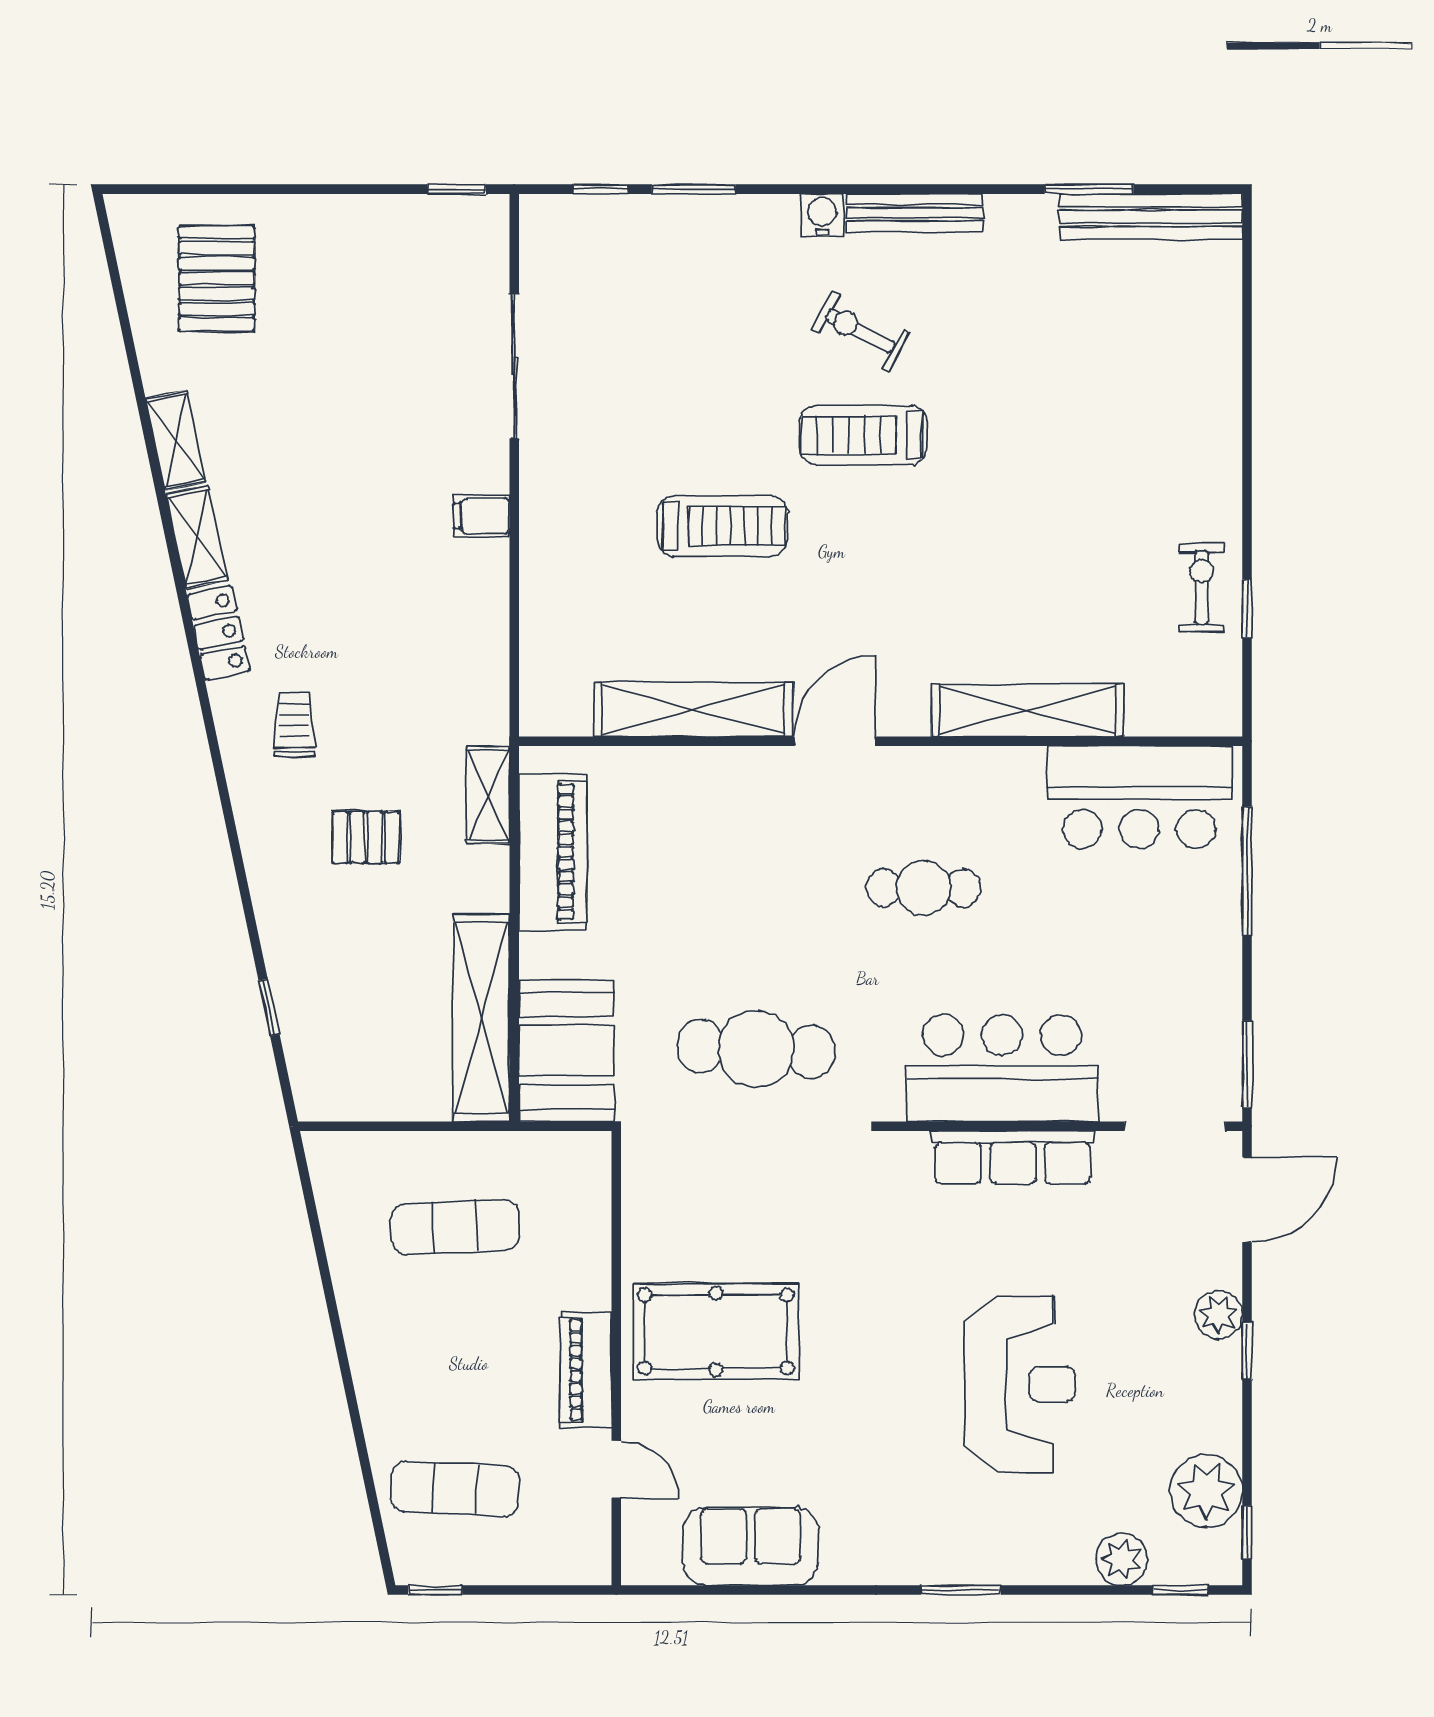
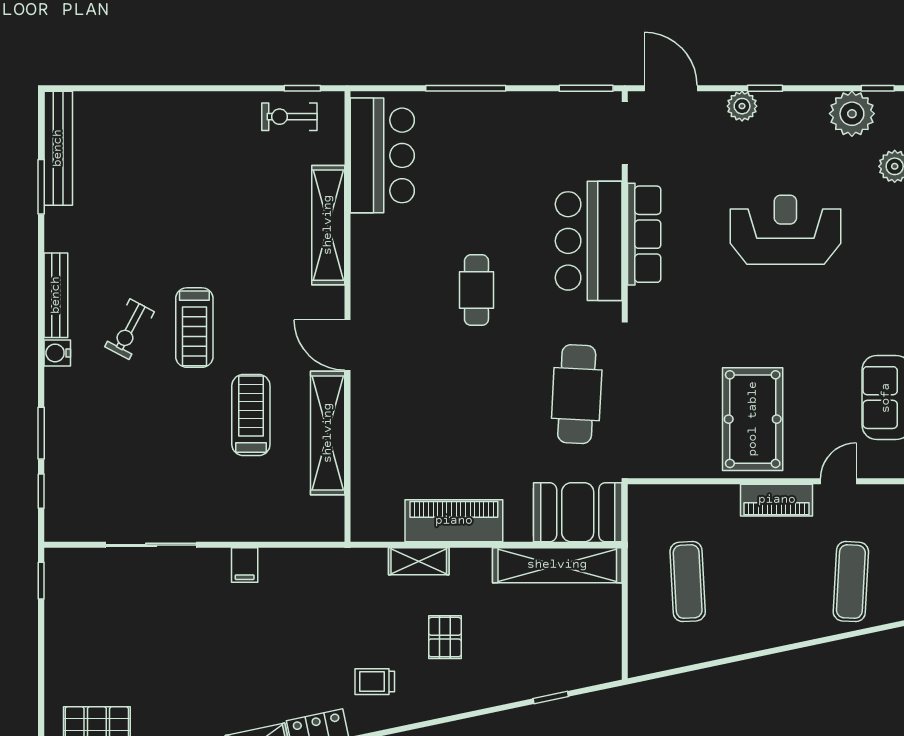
shelving: (694, 709) -> (328, 433), moved
shelving: (1027, 710) -> (328, 225), moved
door: (835, 741) -> (347, 345), moved
wall: (881, 741) -> (347, 317), moved
bar counter: (1139, 797) -> (382, 155), moved

